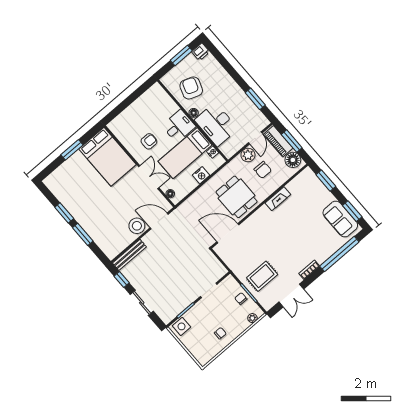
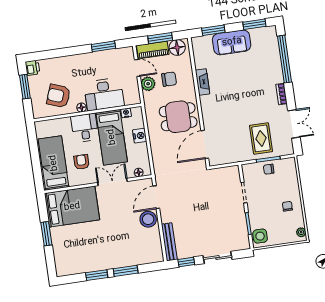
bed: (134, 119) -> (54, 163), added
sofa: (340, 219) -> (232, 42), moved
plant: (252, 318) -> (301, 232), moved

